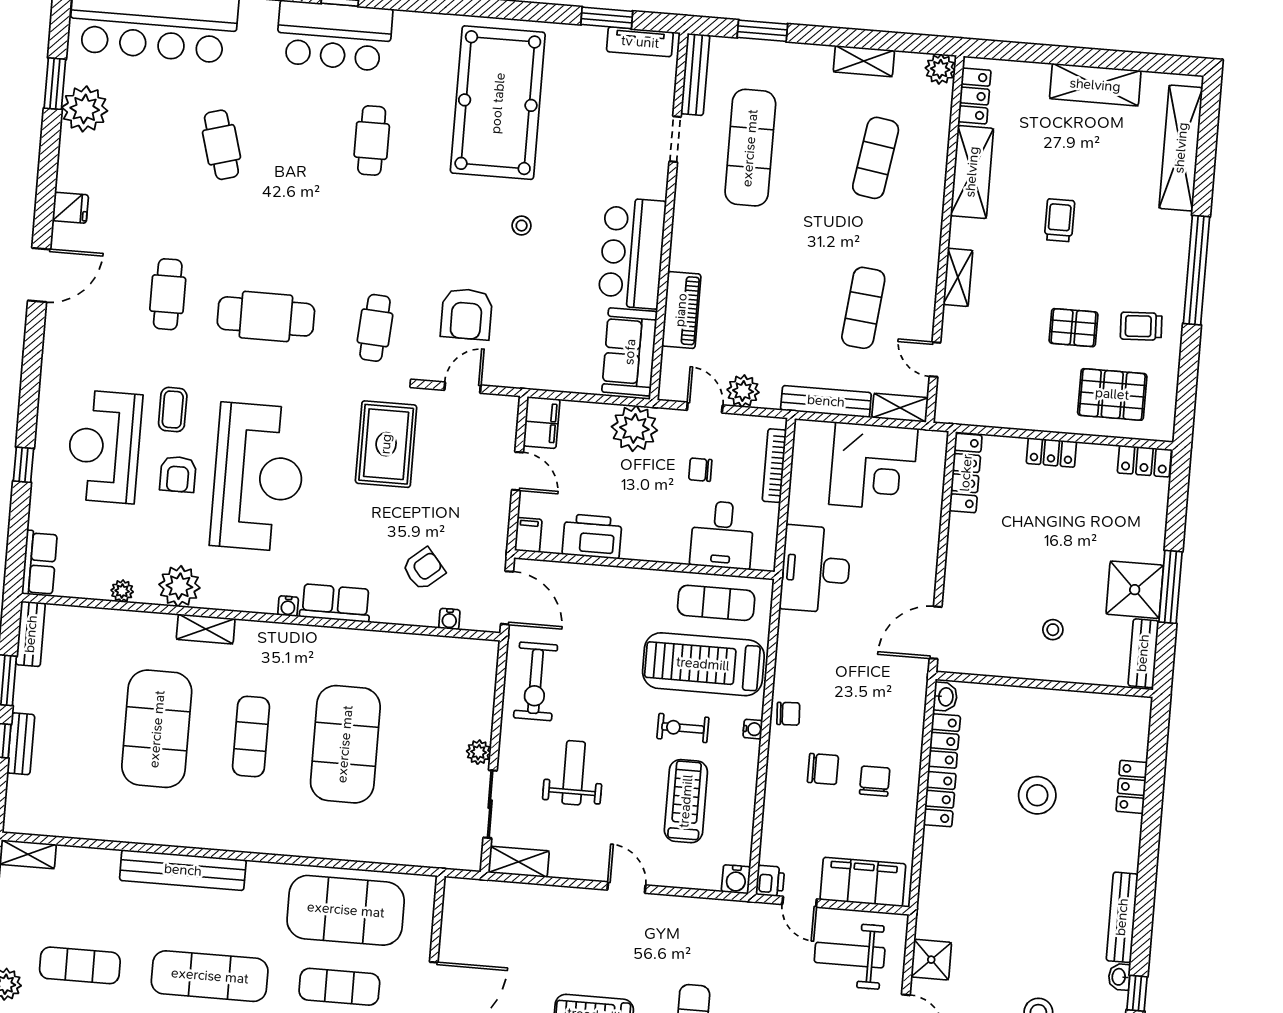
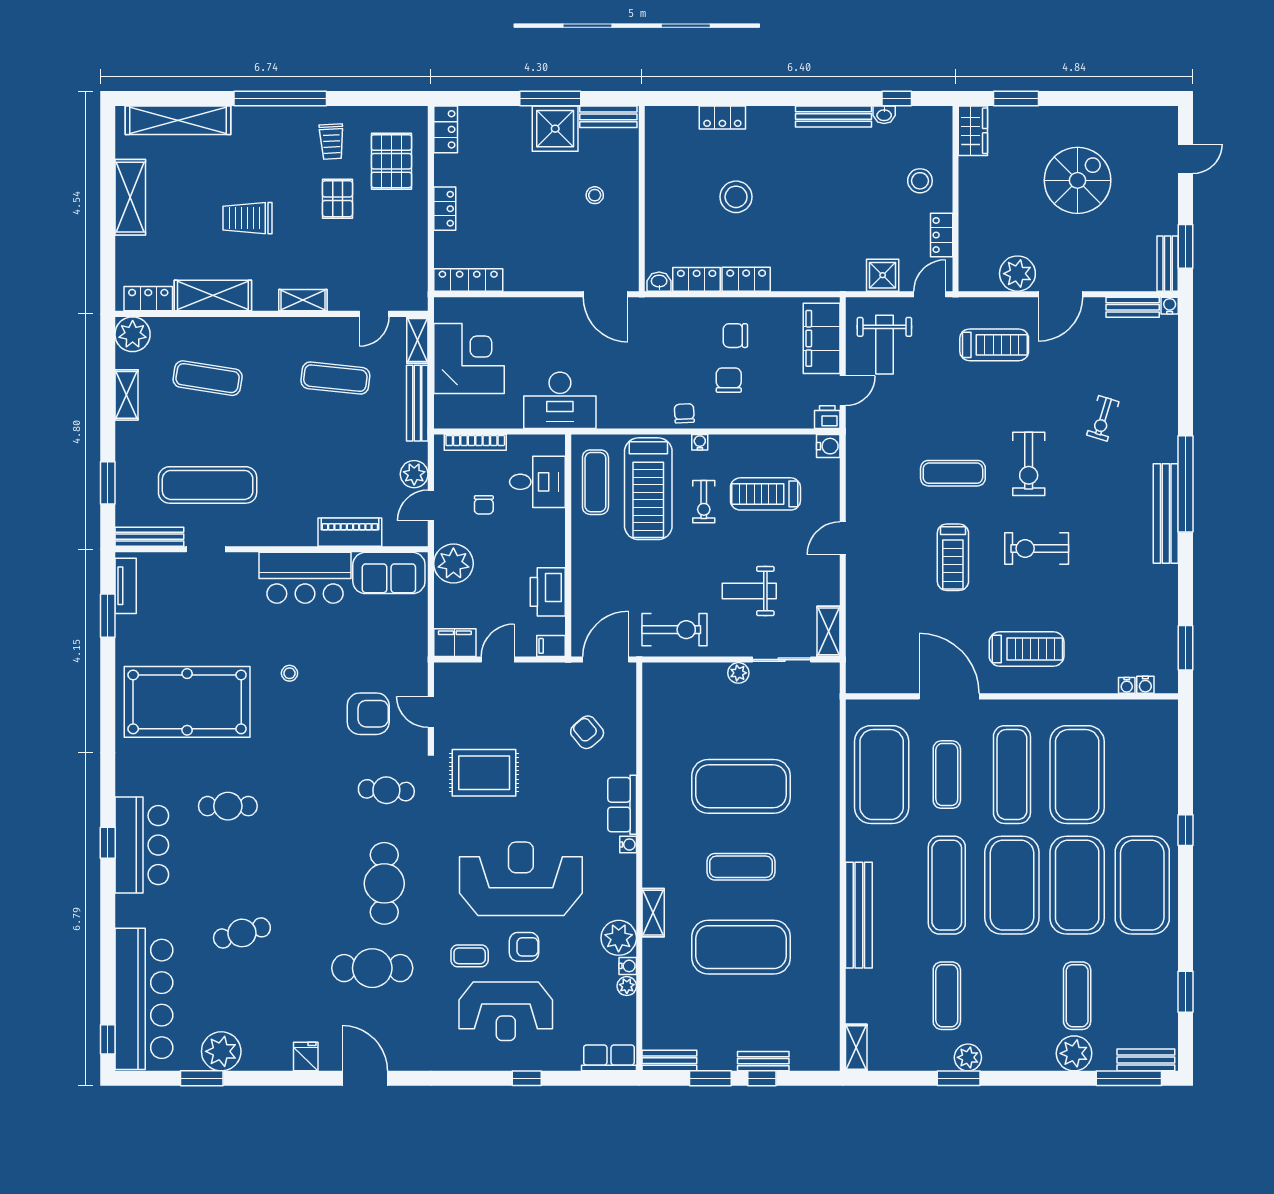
plant: (940, 69) -> (133, 334), width x1.36, depth x1.36
trolley: (1059, 220) -> (248, 218), width x1.36, depth x1.39
cafe table: (168, 294) -> (372, 968), width x1.37, depth x1.35
water cooler: (449, 619) -> (628, 966), moved

